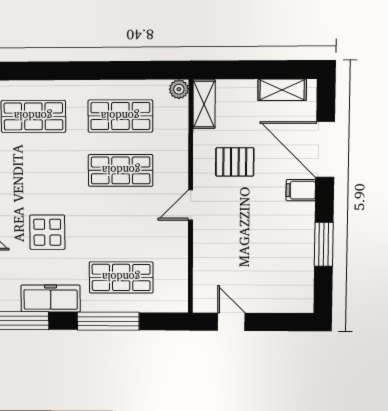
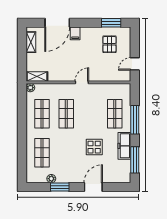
pallet: (235, 162) -> (109, 44), moved
door: (191, 205) -> (82, 82), swing flipped
window: (324, 244) -> (111, 23), moved

